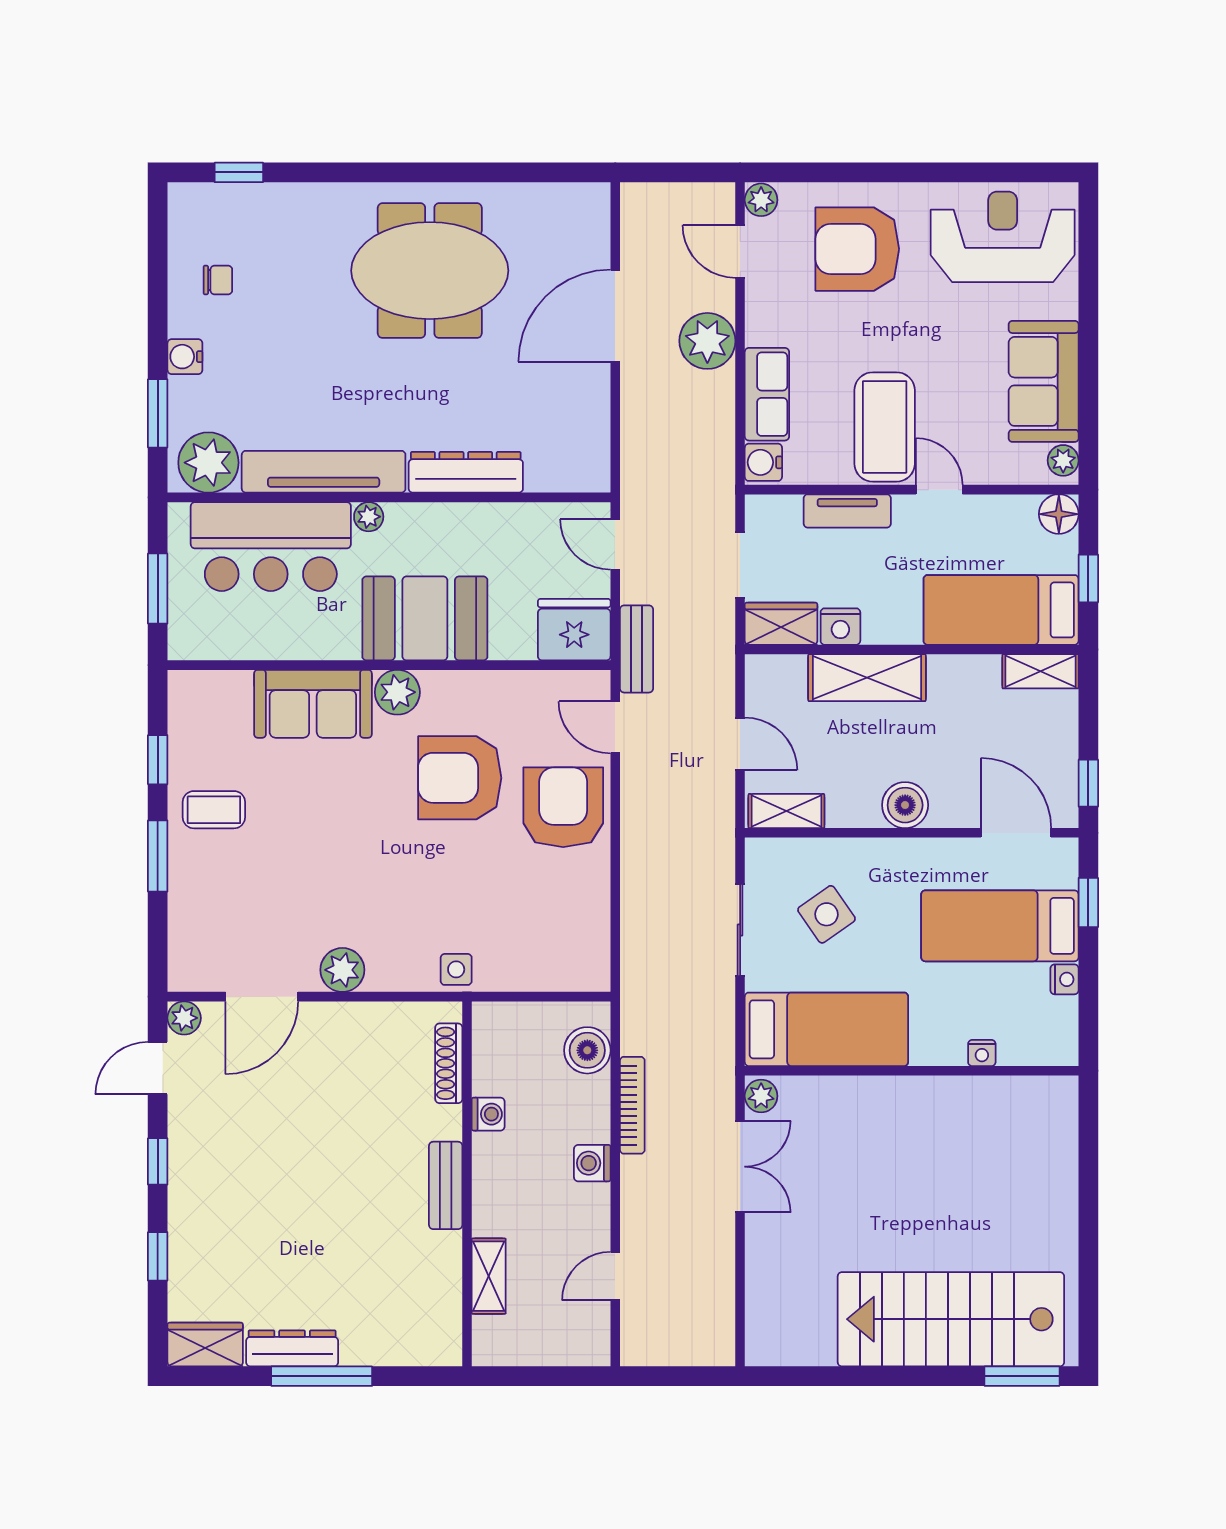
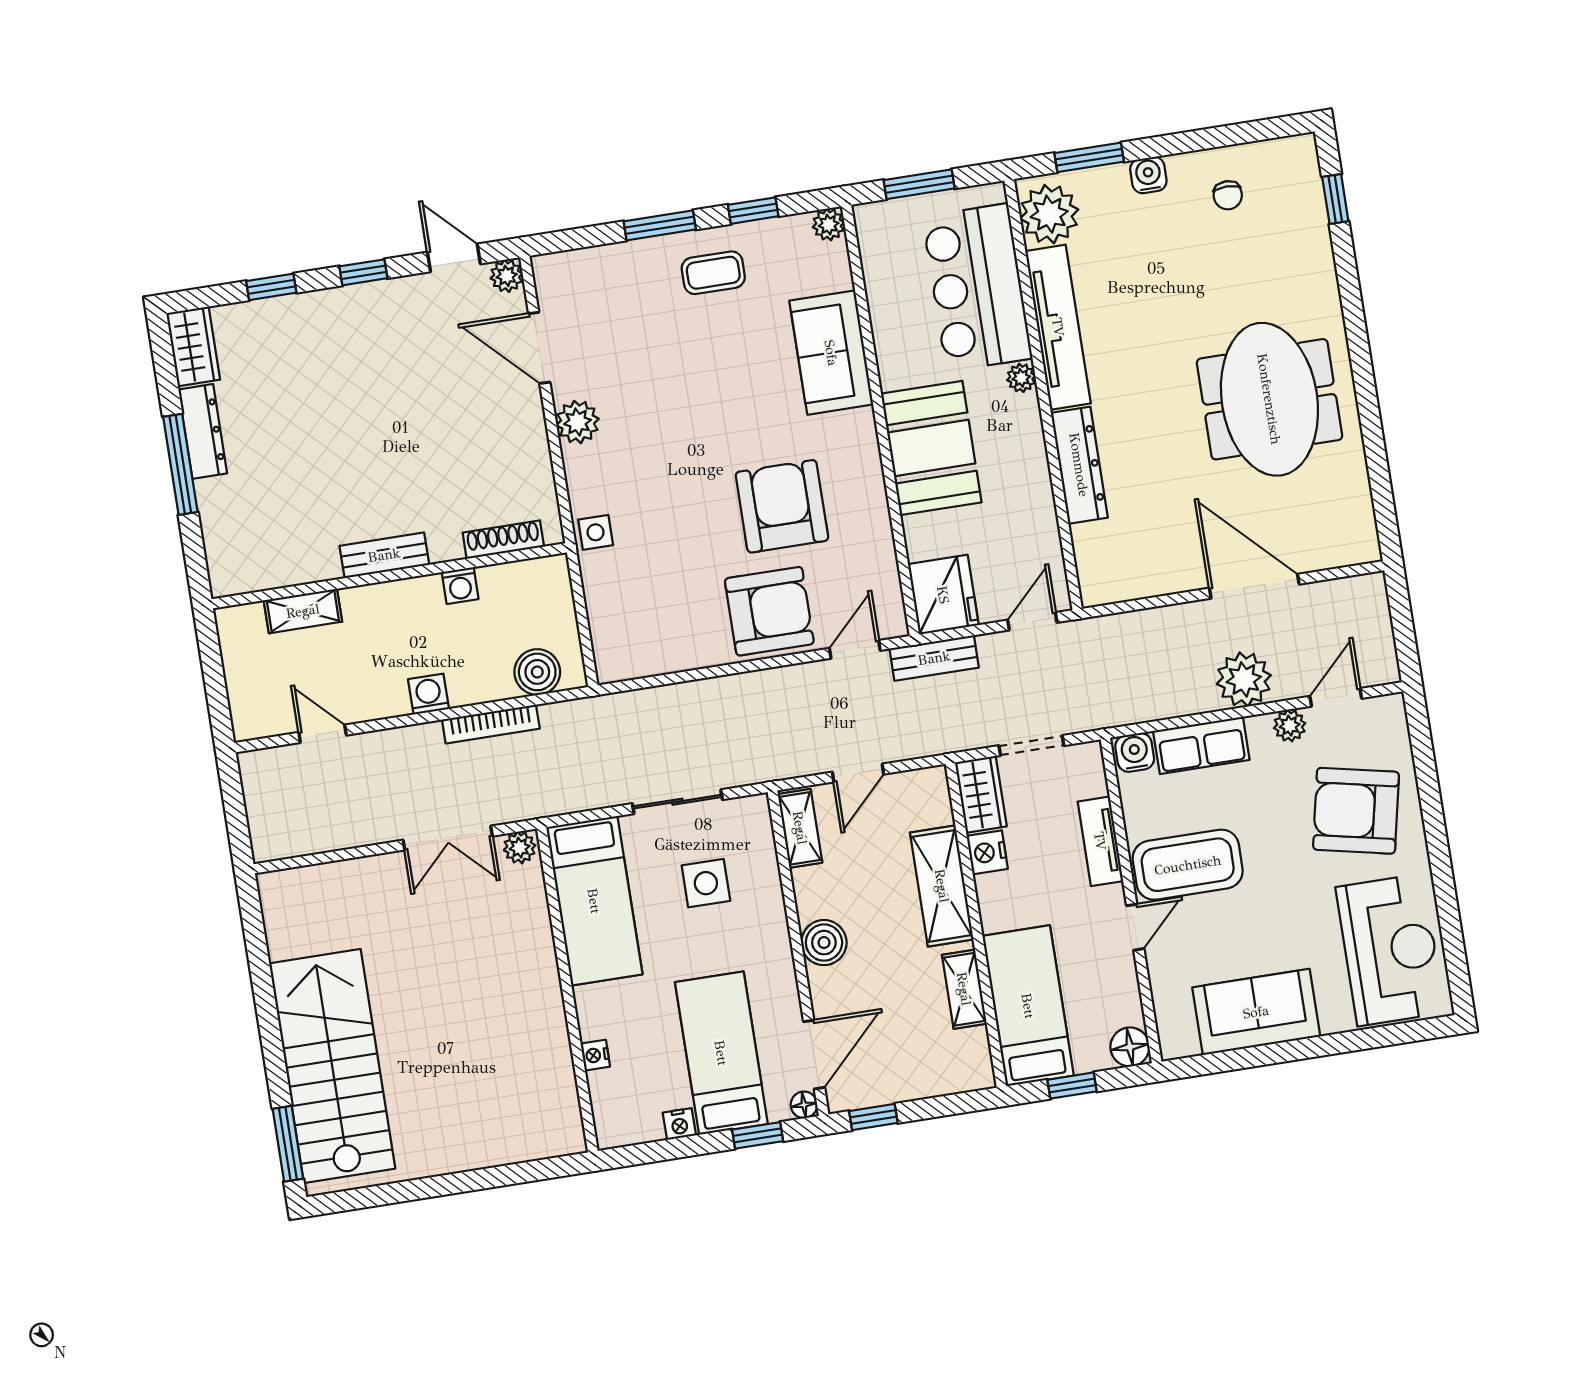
plant: (761, 200) -> (1290, 726), moved
armchair: (857, 249) -> (1356, 811), turned -78
plant: (1063, 460) -> (1183, 1043), removed
shelving: (1040, 671) -> (964, 989), moved
plant: (397, 692) -> (829, 225), moved, width x0.73, depth x0.73
coffee table: (214, 810) -> (713, 273), turned 90
floor lamp: (1065, 851) -> (804, 1105), added
side table: (827, 914) -> (706, 883), turned 35

